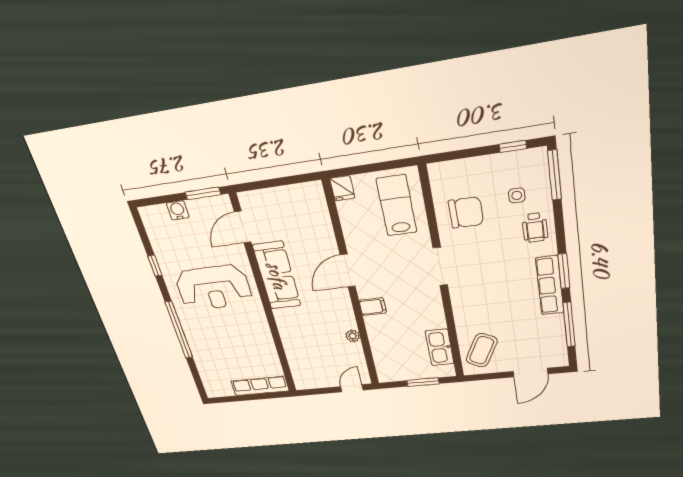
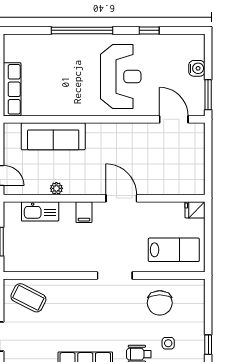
sofa: (277, 276) -> (53, 136), moved
reception desk: (213, 288) -> (121, 77), turned 180
kitchen sink: (440, 347) -> (40, 211), moved, turned 180

